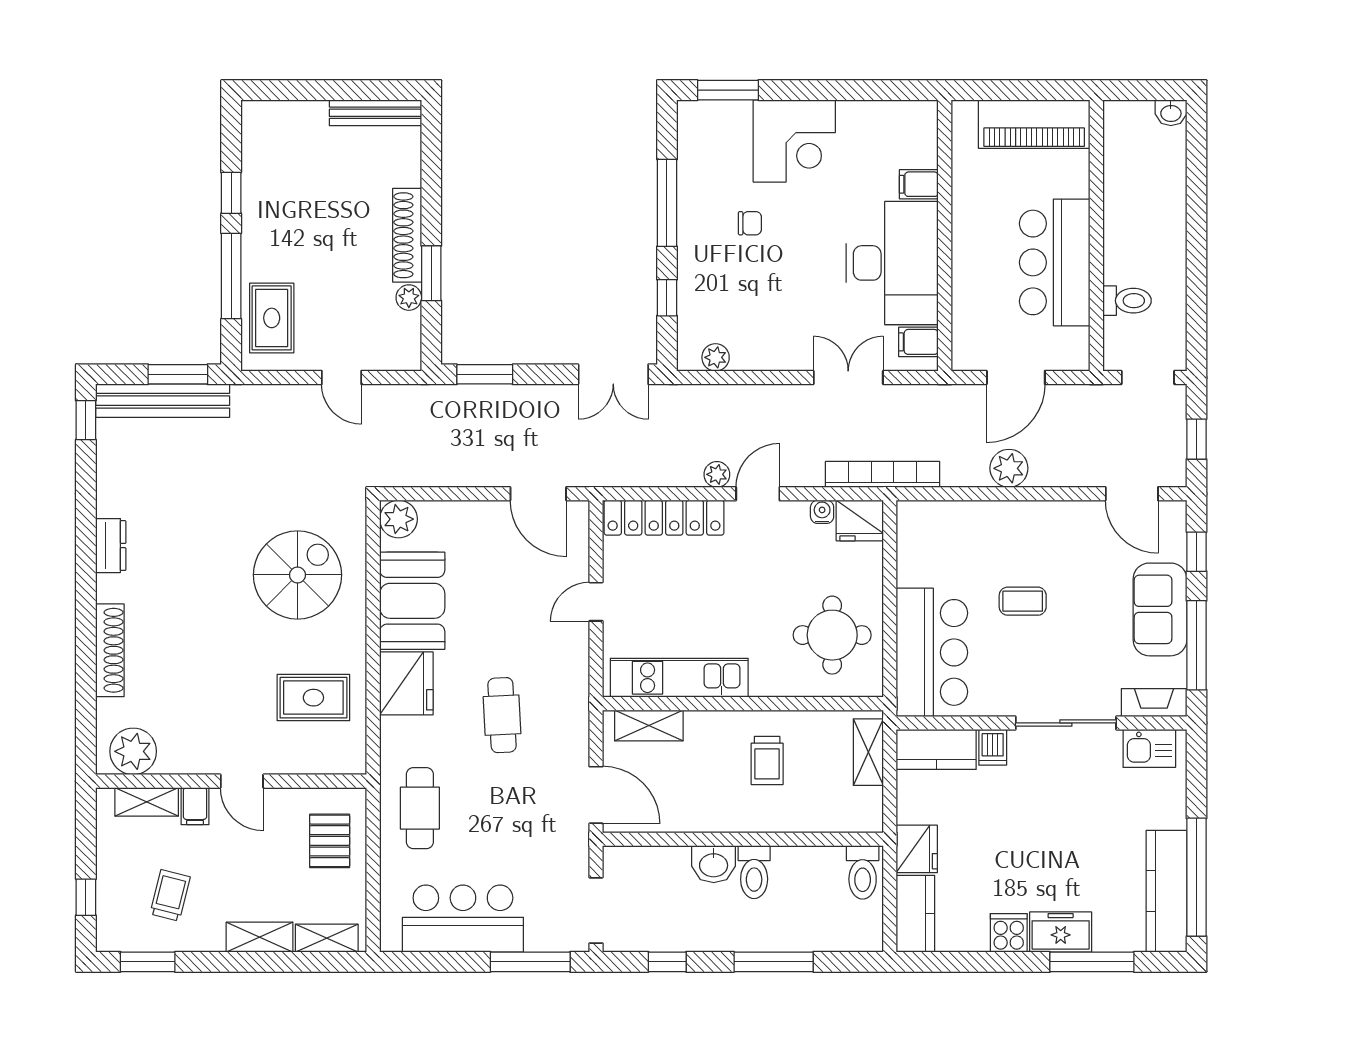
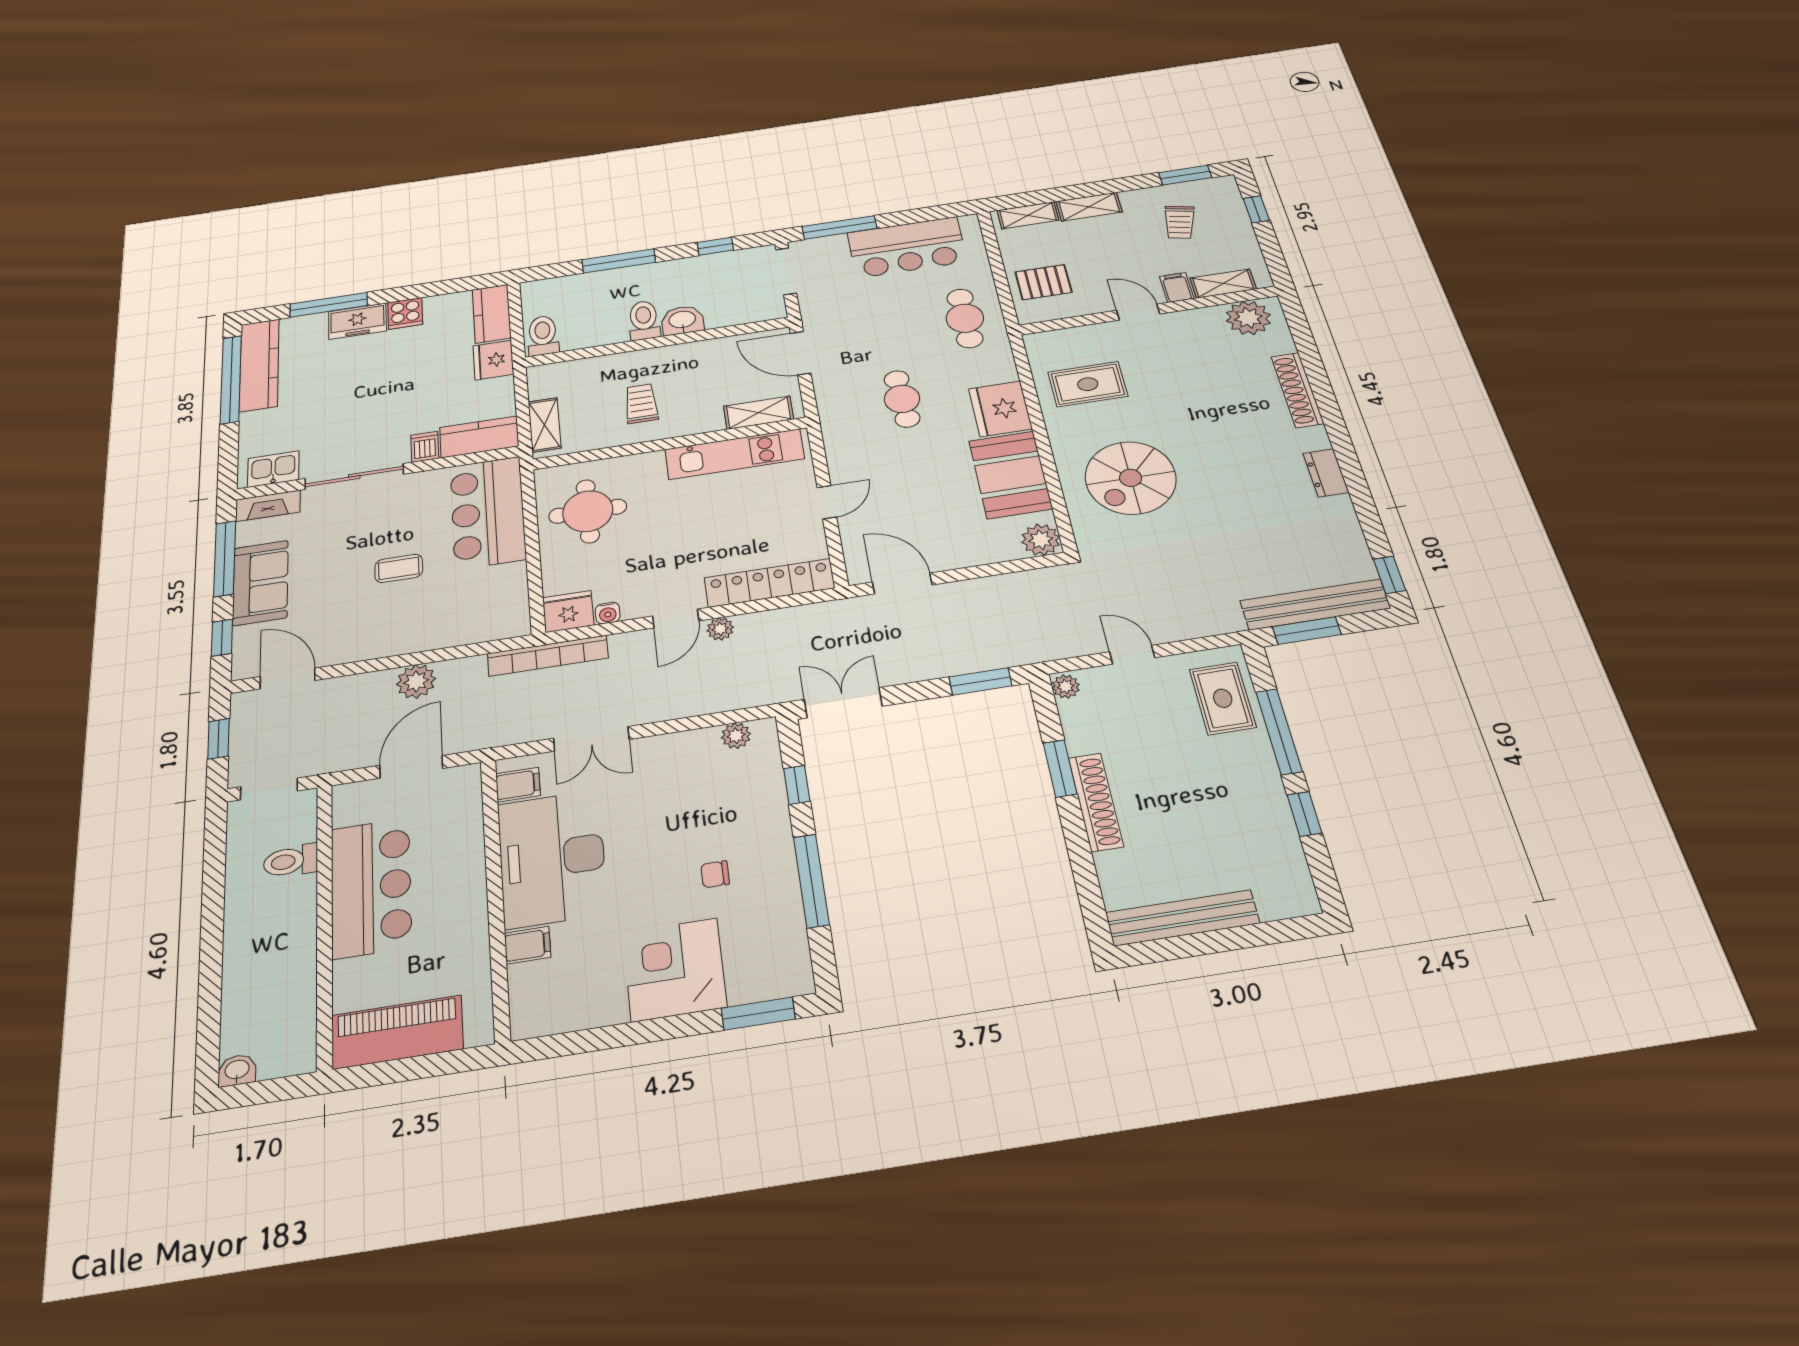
bench: (375, 113) -> (1182, 918), width x1.37, depth x1.21
plant: (409, 298) -> (1066, 687), moved
pallet: (330, 841) -> (1043, 282), turned 90

